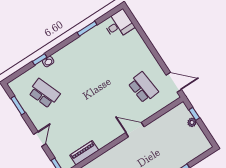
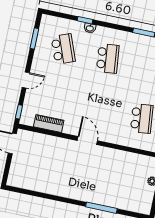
school desk: (80, 70) -> (108, 58), added
door: (135, 130) -> (87, 141), moved

